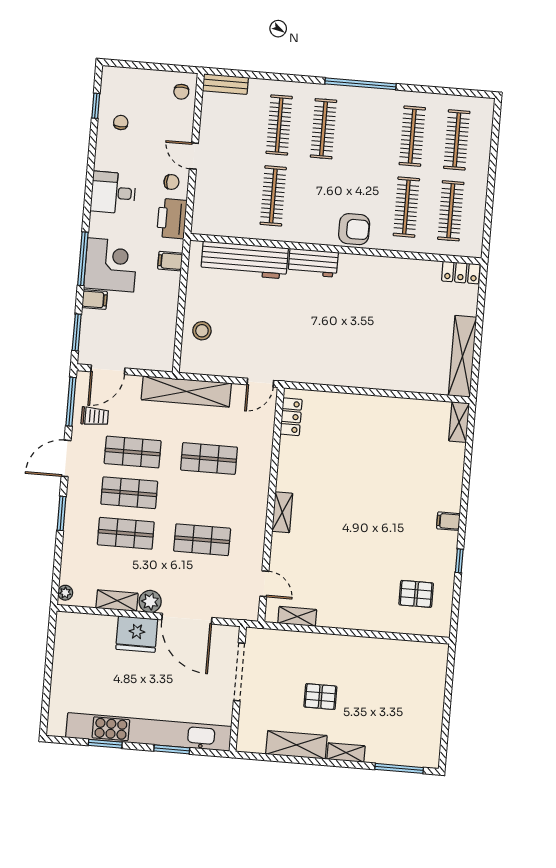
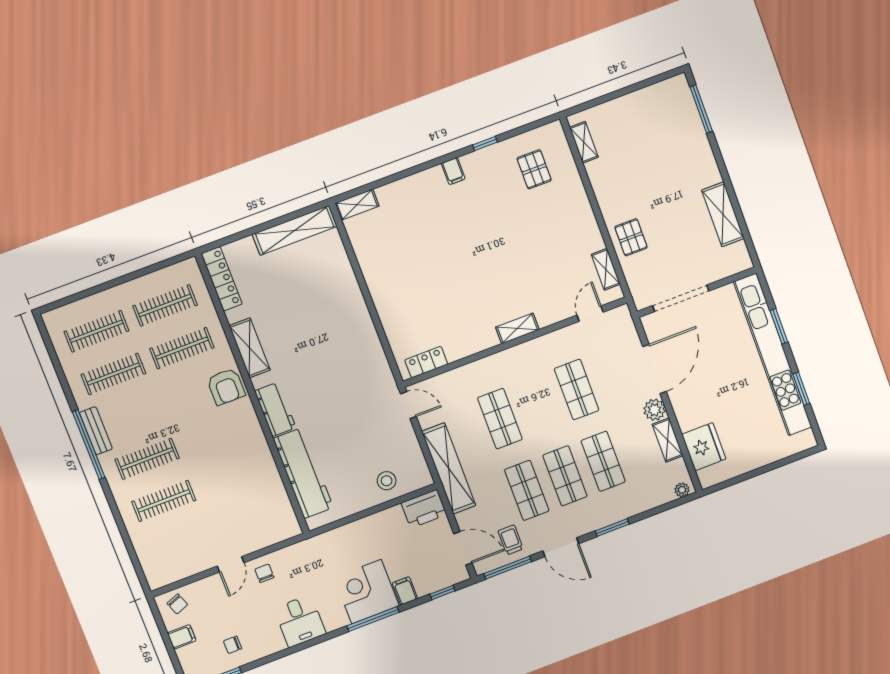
bench: (225, 84) -> (96, 431), moved
chair: (181, 92) -> (177, 604), turned 69
clothes rail: (273, 196) -> (232, 475), removed
printer: (172, 219) -> (424, 509), moved
armchair: (354, 229) -> (226, 387), turned 180
filing cabinet: (170, 261) -> (182, 637), moved, turned -90
shelving: (378, 267) -> (250, 348), added
locker: (461, 273) -> (222, 279), width x1.53
window: (77, 332) -> (442, 593), width x0.67
fridge: (137, 634) -> (704, 447), moved
pallet: (320, 697) -> (631, 237), moved
shelving: (346, 753) -> (584, 142), moved

